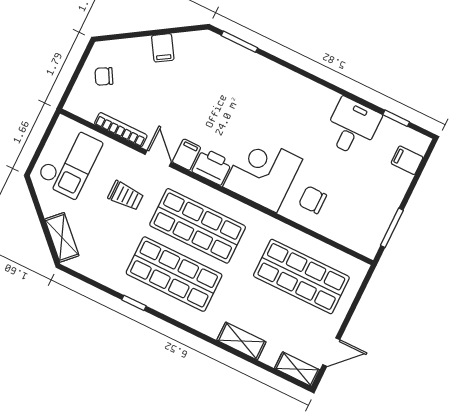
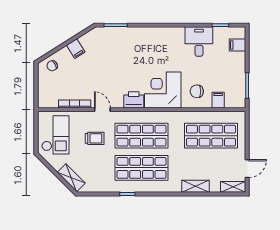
chair: (104, 76) -> (52, 66), moved
filing cabinet: (187, 155) -> (218, 100), moved

